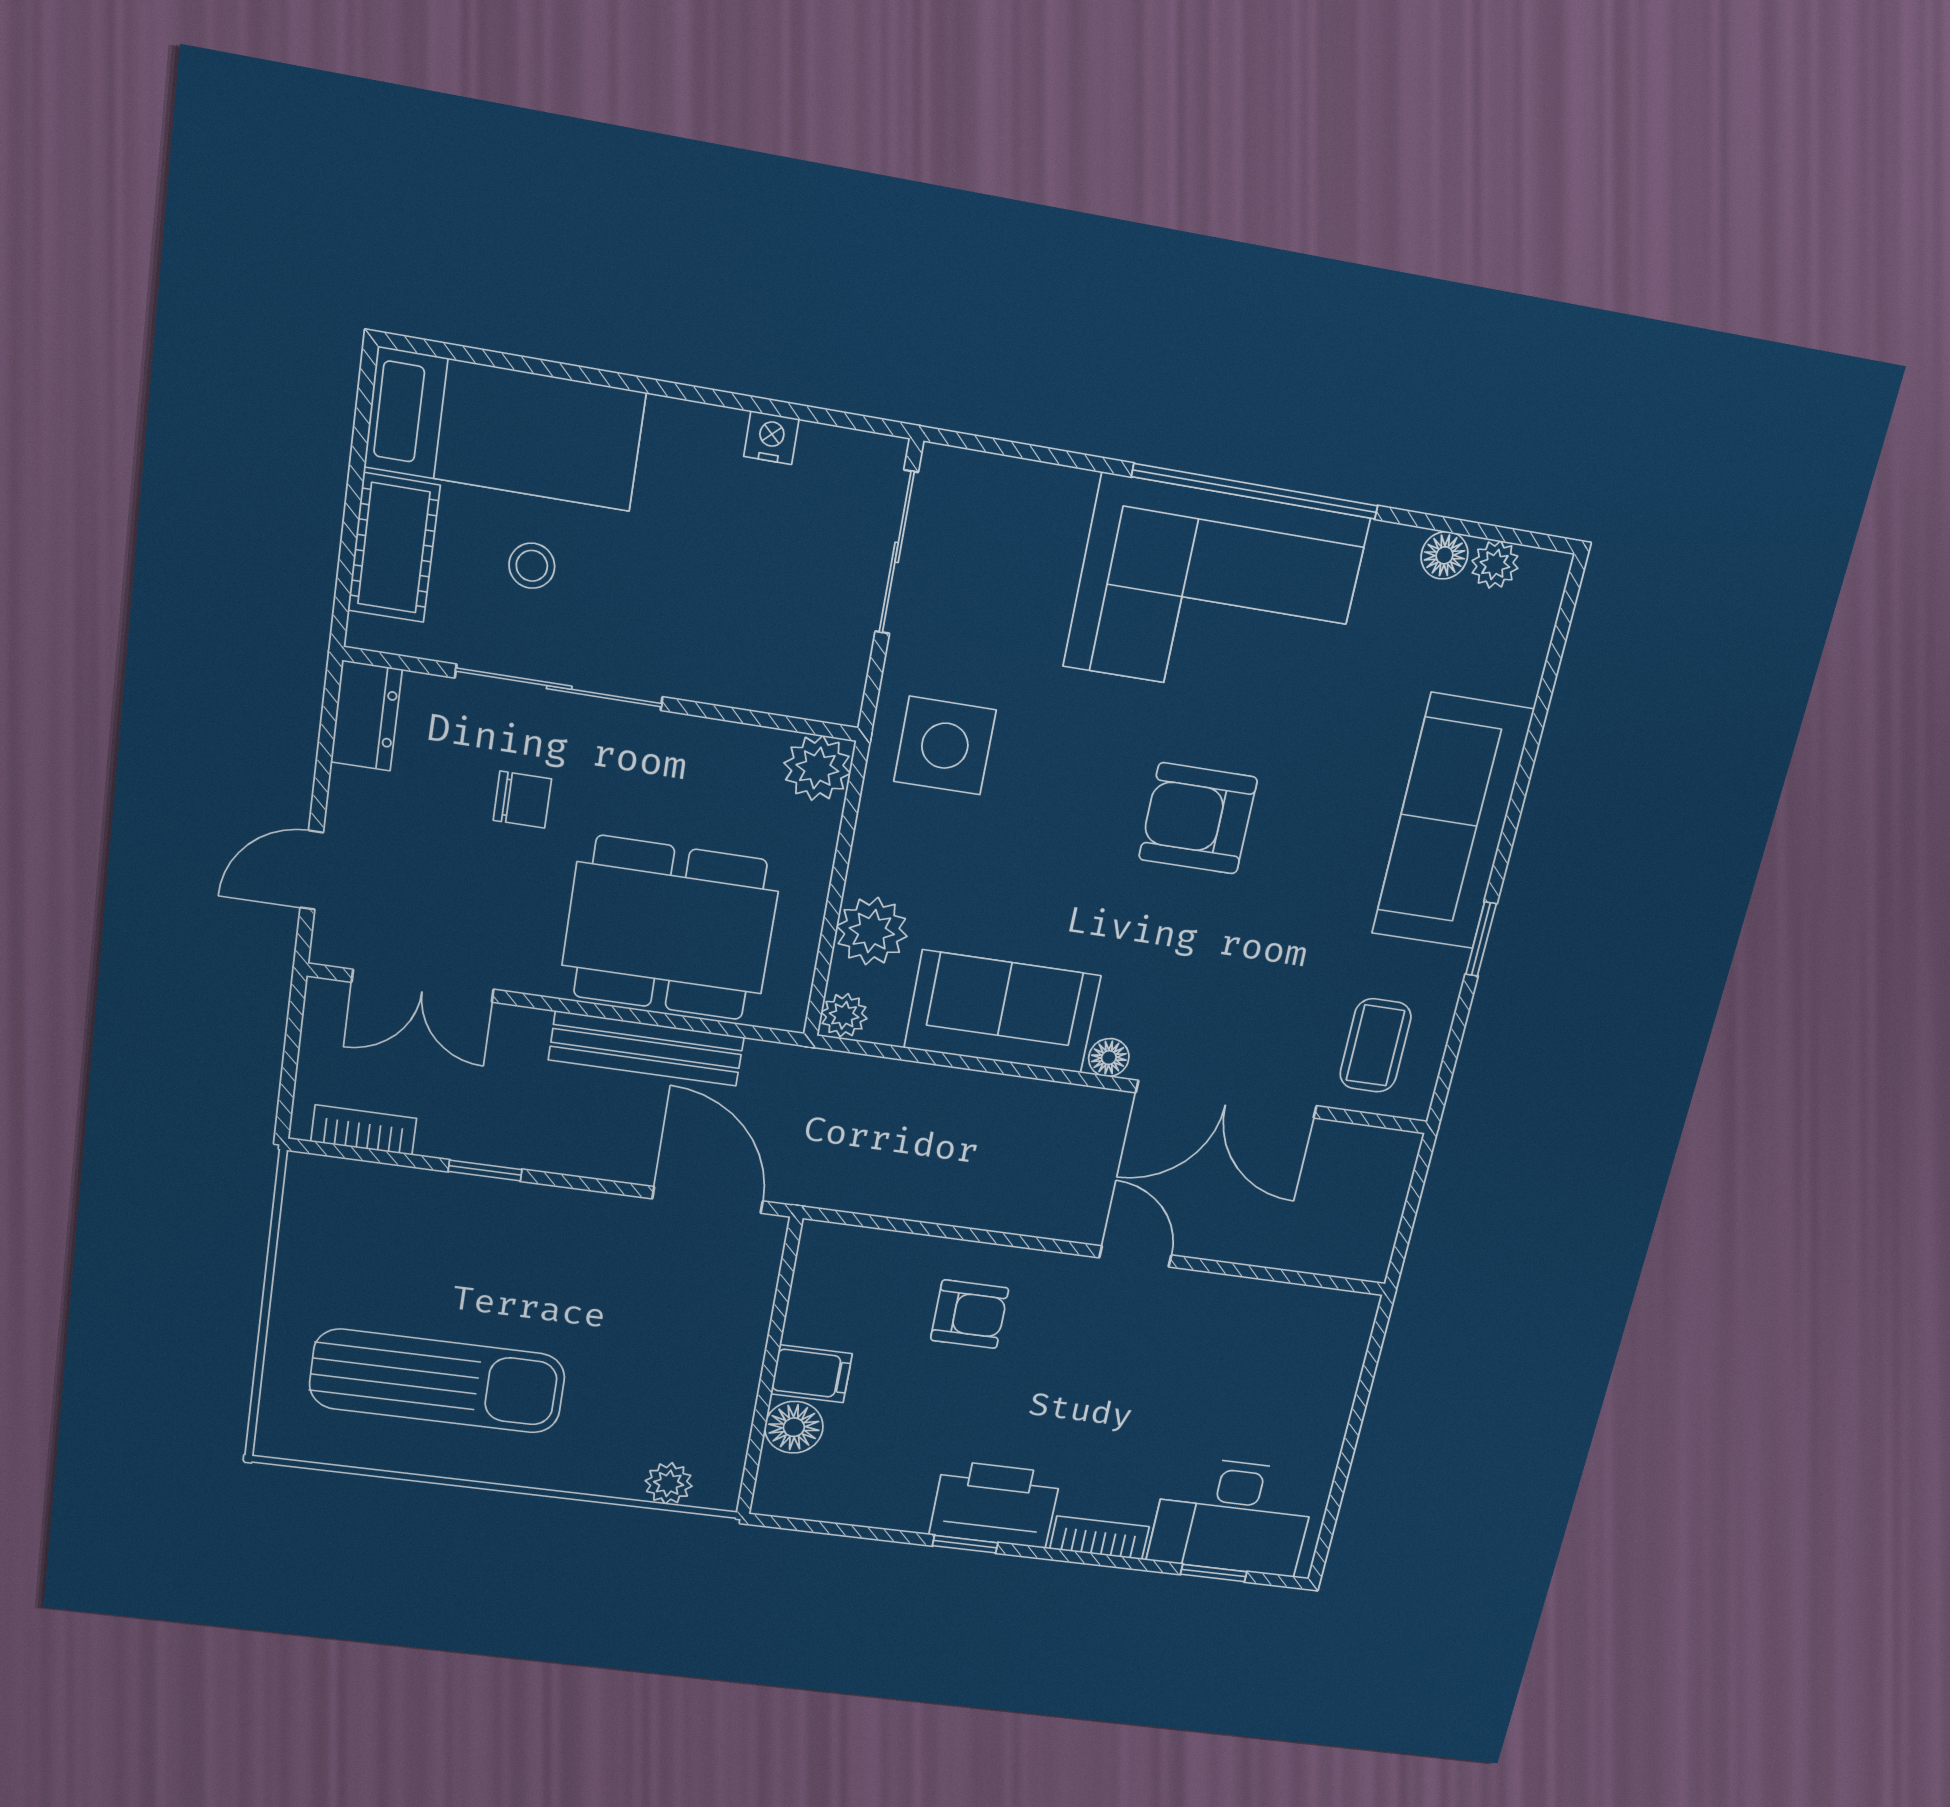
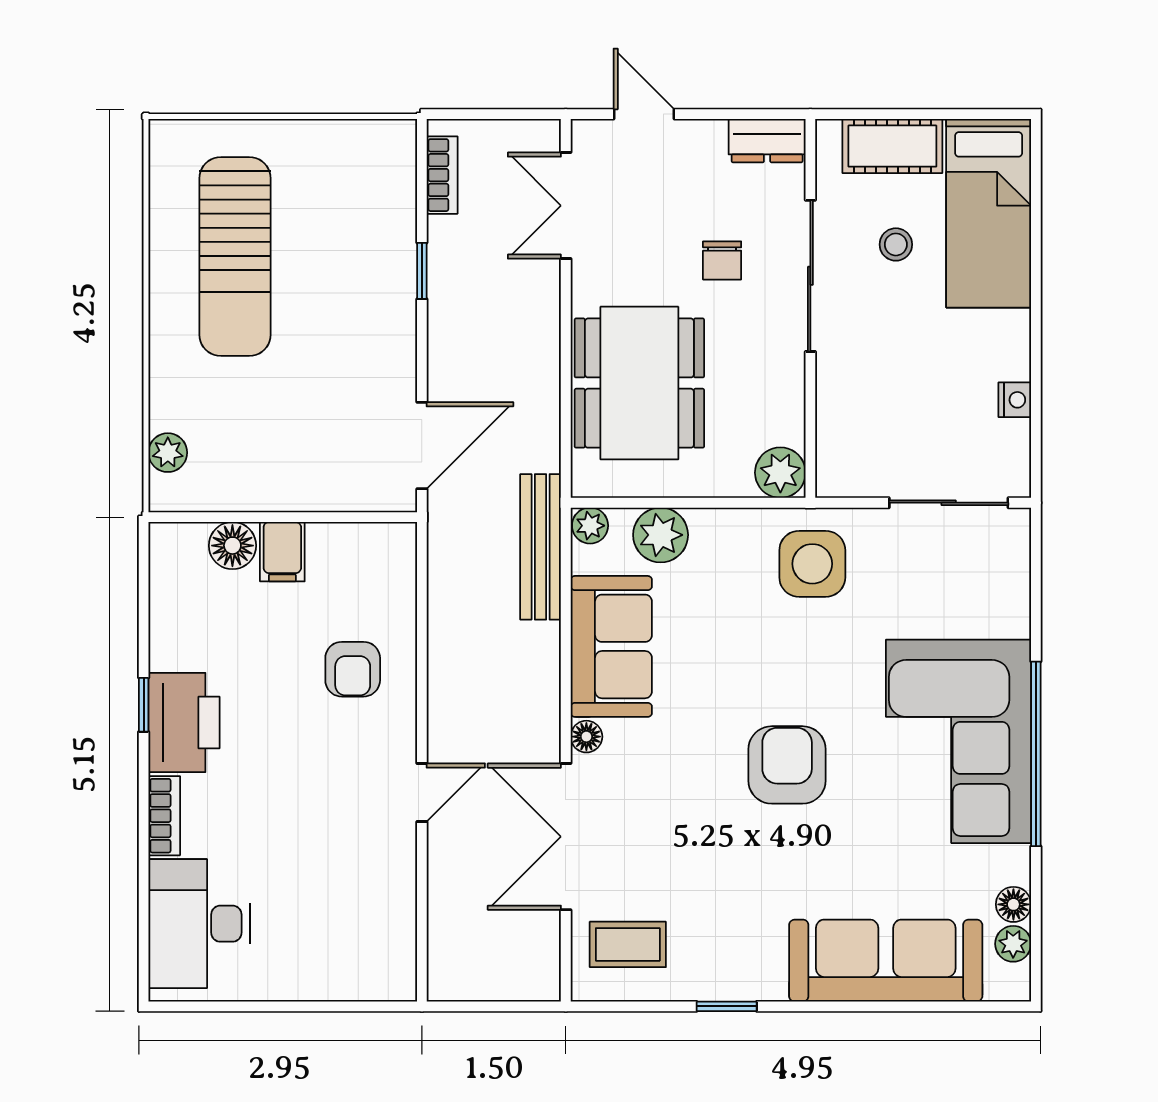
sofa: (1452, 822) -> (886, 961), moved
bench: (646, 1048) -> (541, 547), moved
window: (1214, 1573) -> (144, 919), removed

